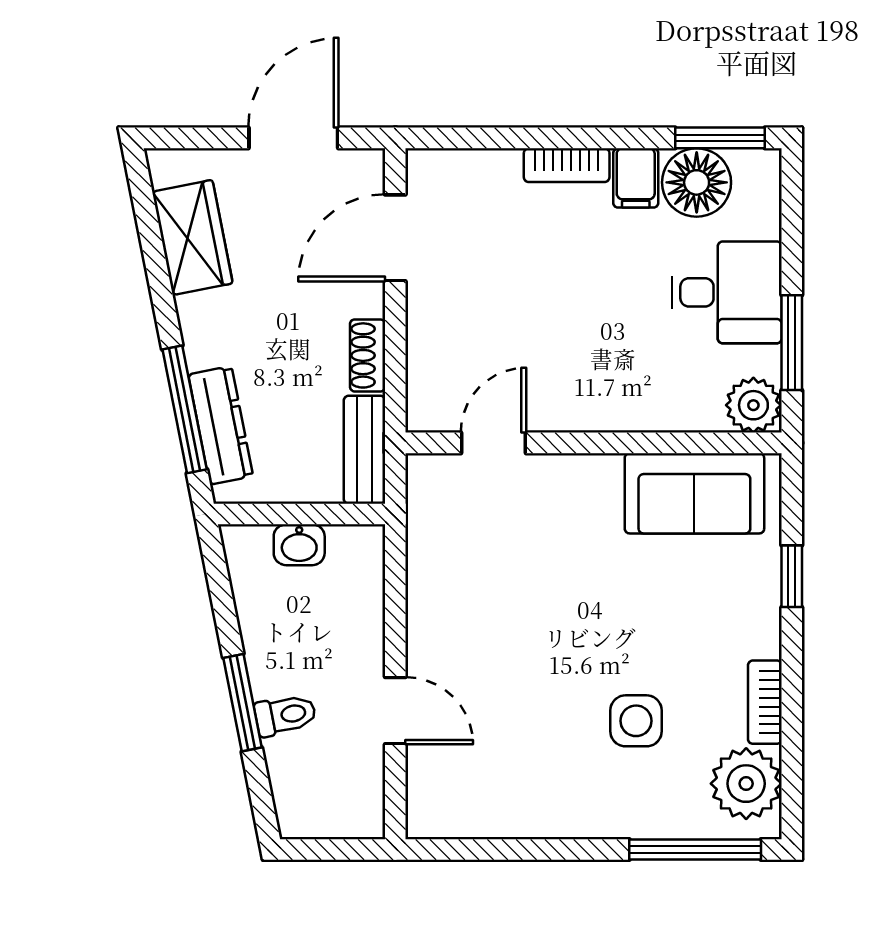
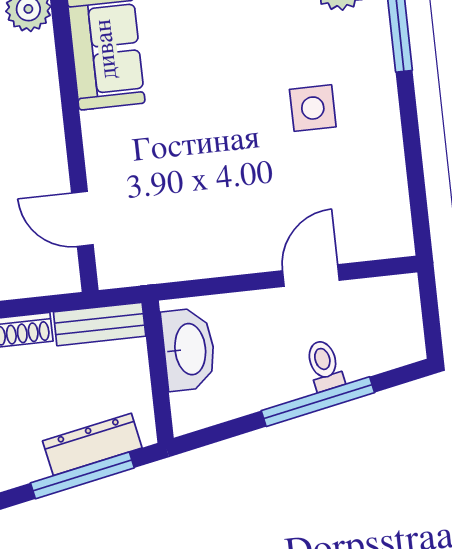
washbasin: (299, 545) -> (189, 349), width x1.91, depth x1.45
window: (243, 703) -> (318, 402), width x1.44
side table: (636, 721) -> (313, 108), moved

